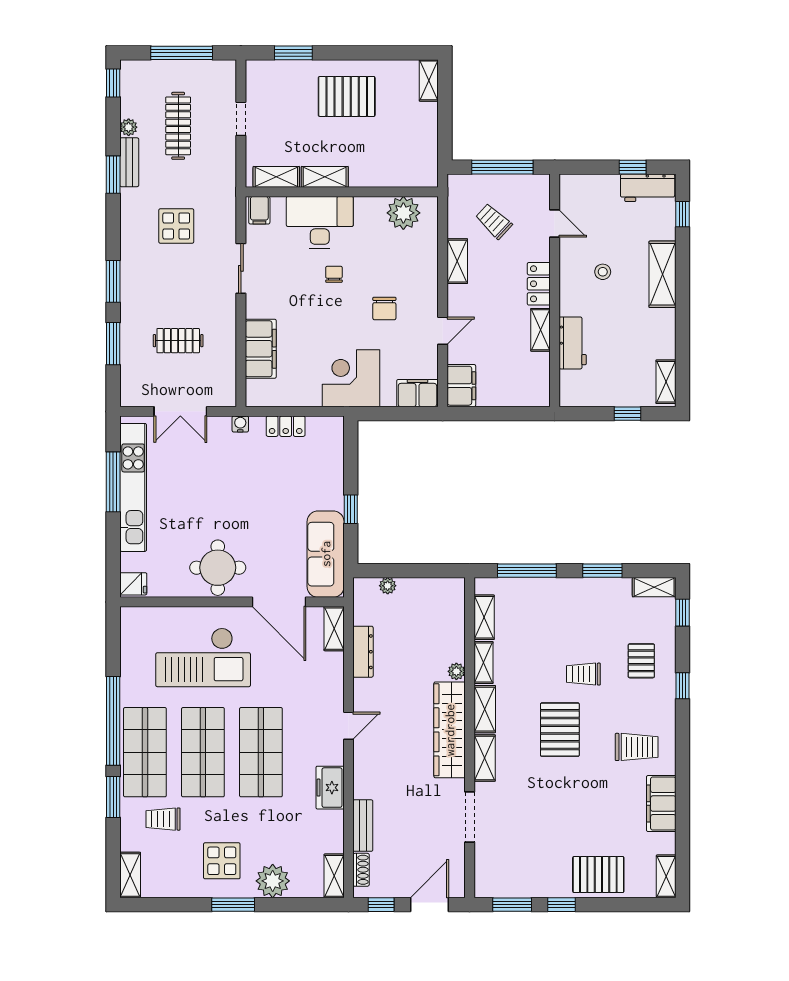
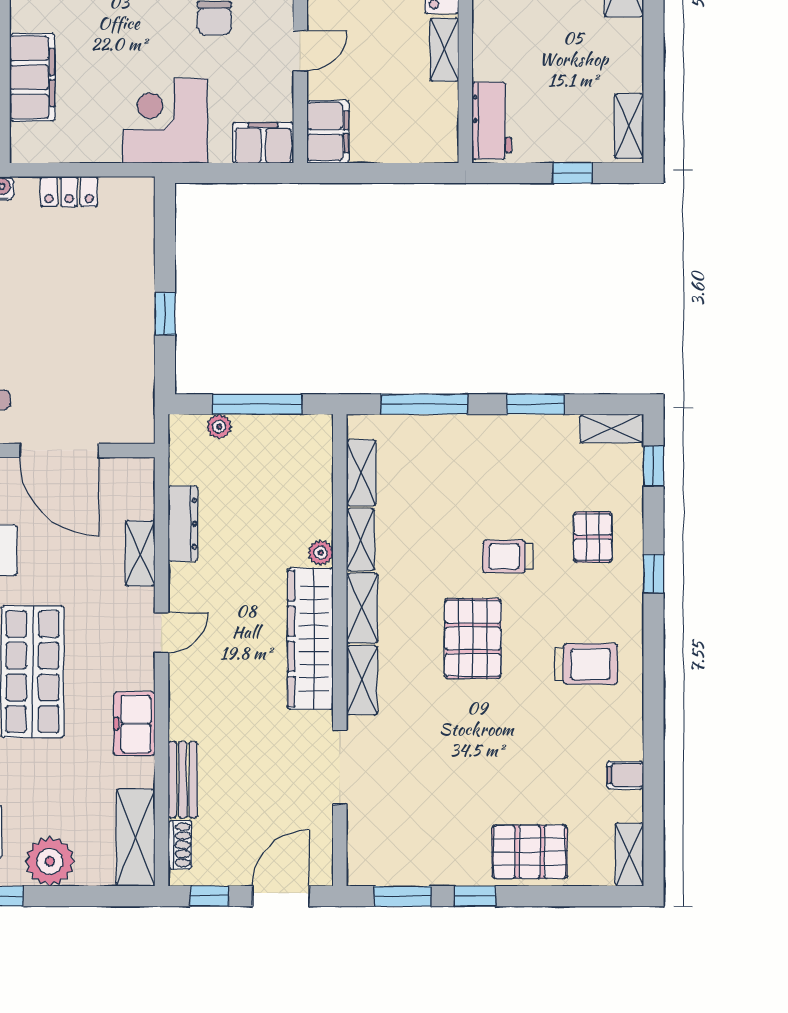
workbench: (573, 343) -> (492, 121), moved
sofa: (326, 554) -> (128, 380), removed
window: (413, 571) -> (257, 404), added
shelving: (334, 629) -> (140, 553), moved
filing cabinet: (661, 804) -> (625, 775), width x0.33, depth x0.86
shelving: (334, 876) -> (136, 838), width x1.50, depth x1.33

